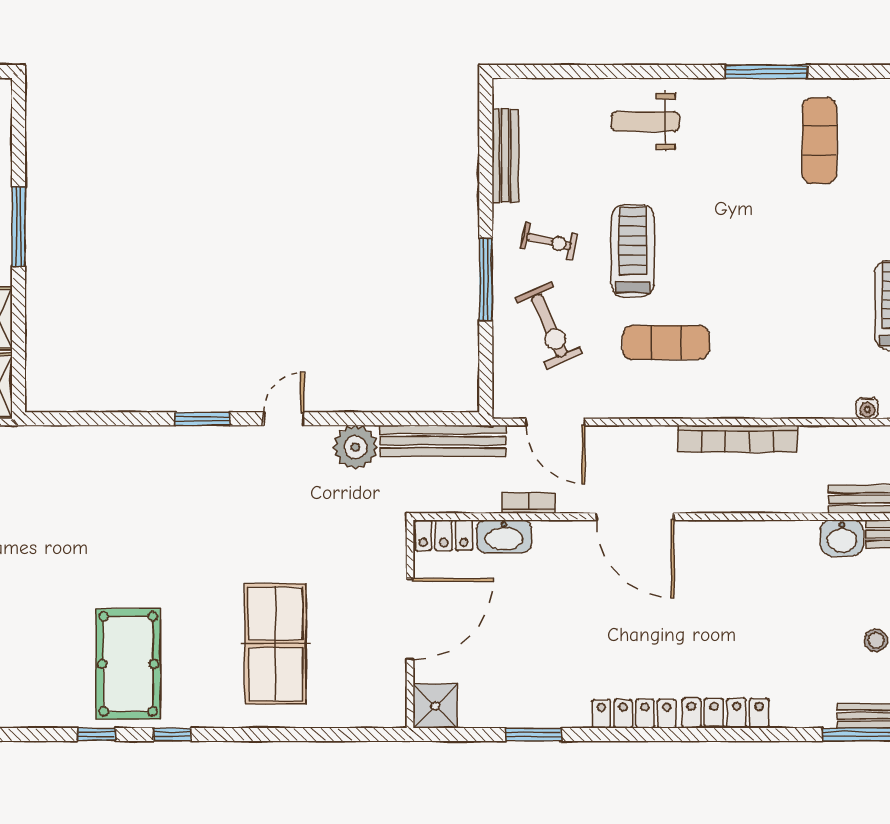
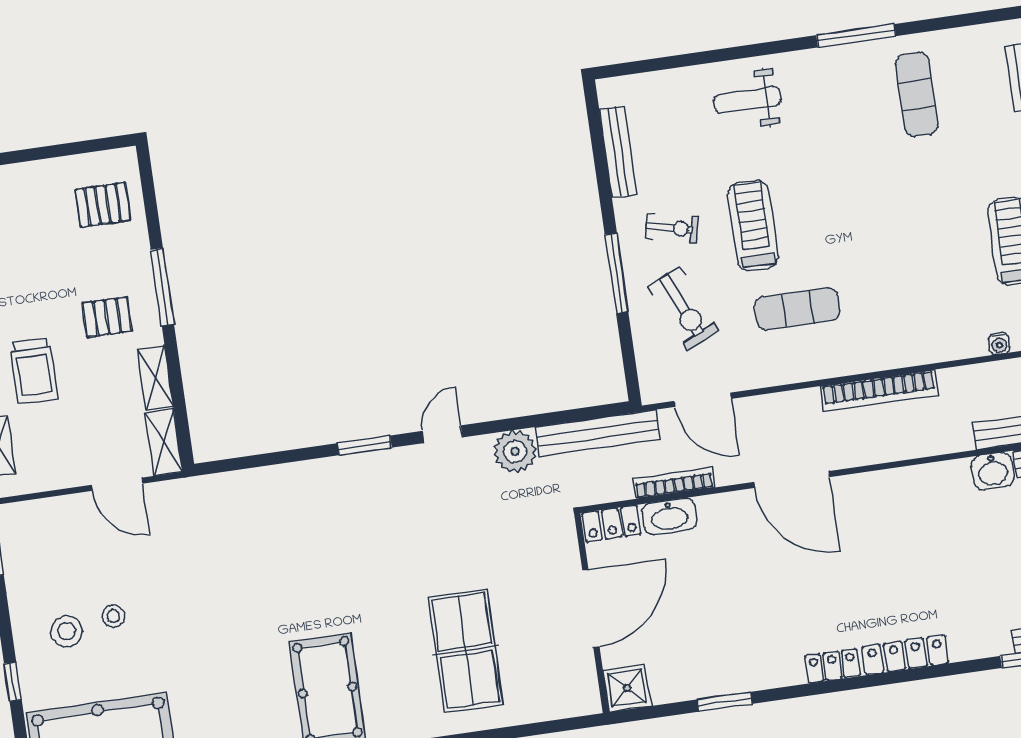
bookcase: (528, 503) -> (674, 483), width x1.56
locker: (634, 714) -> (833, 666), width x0.66

